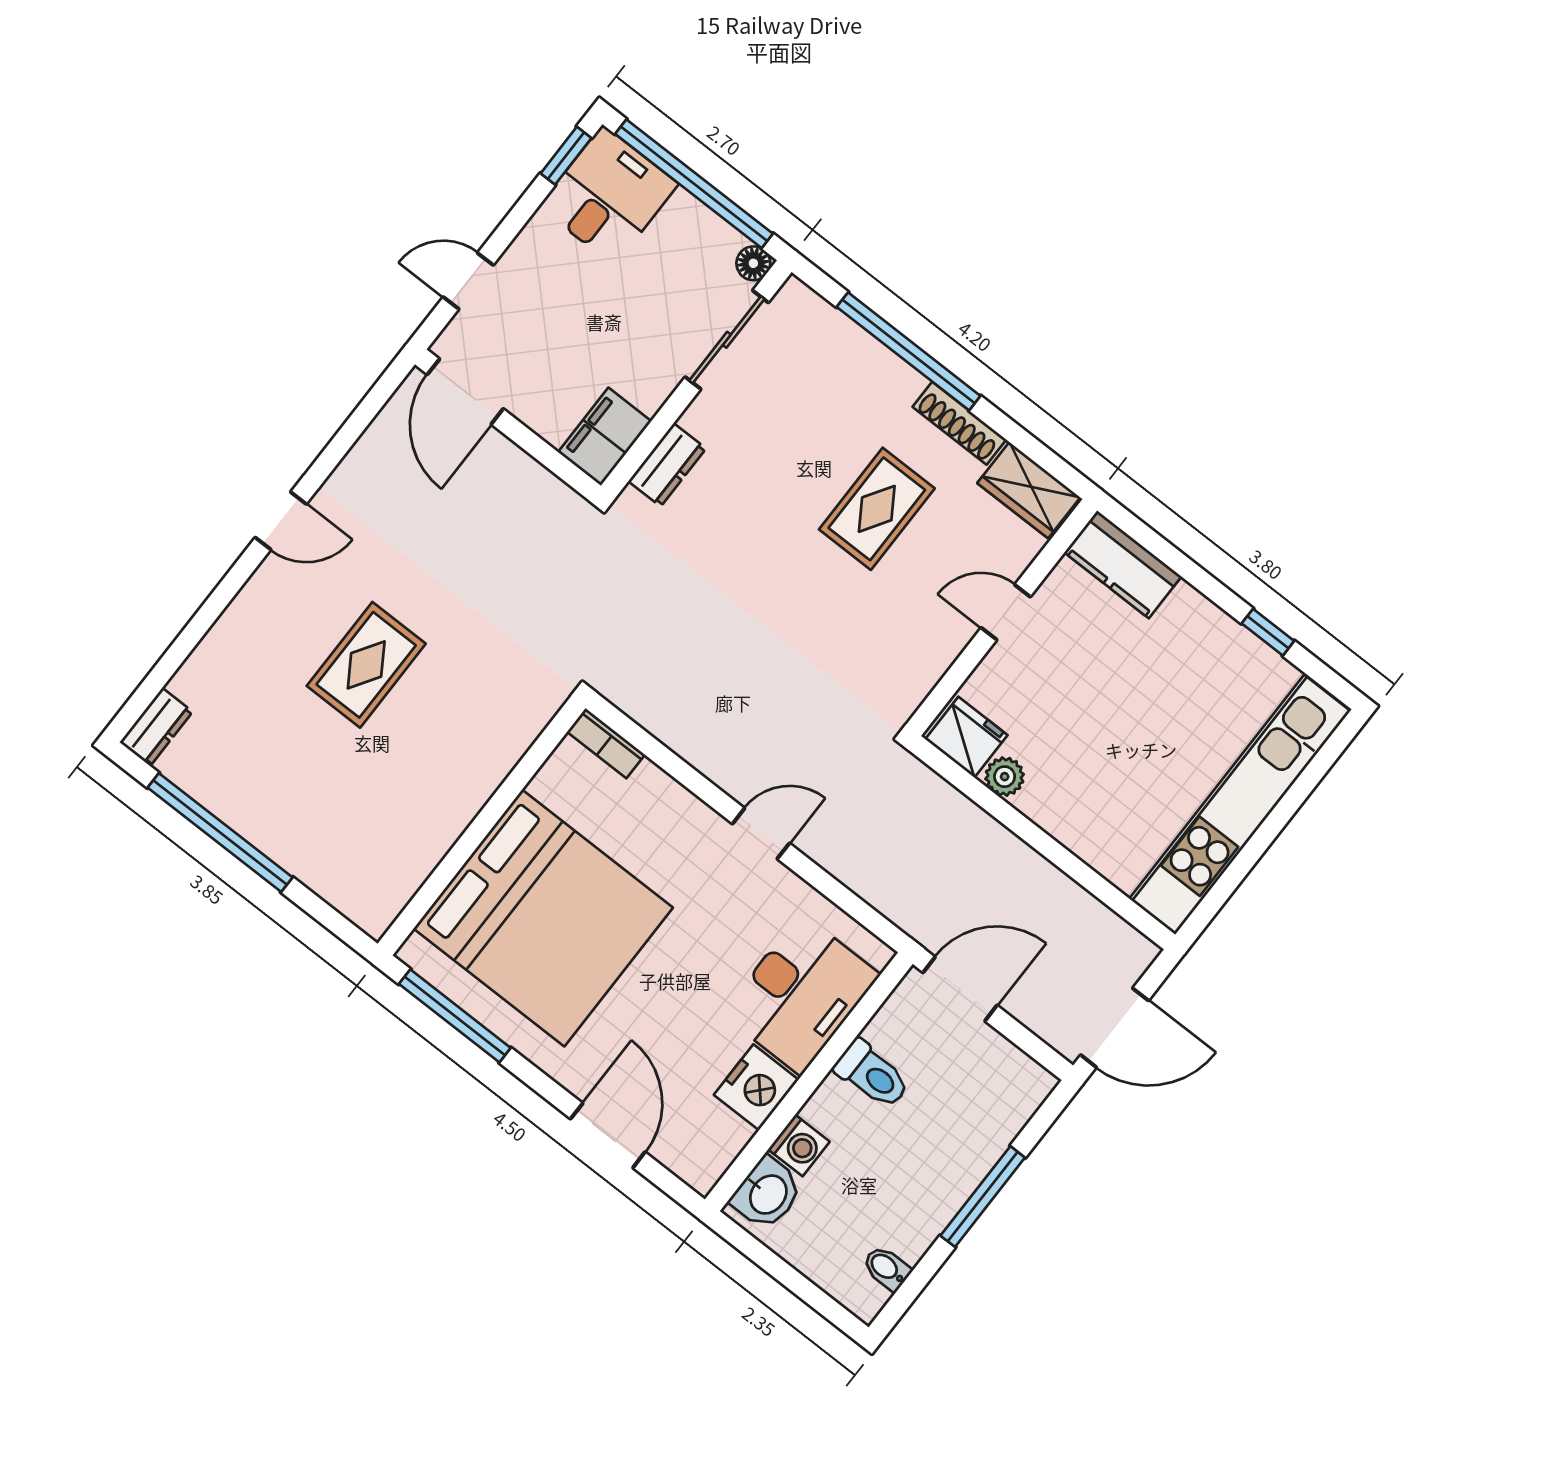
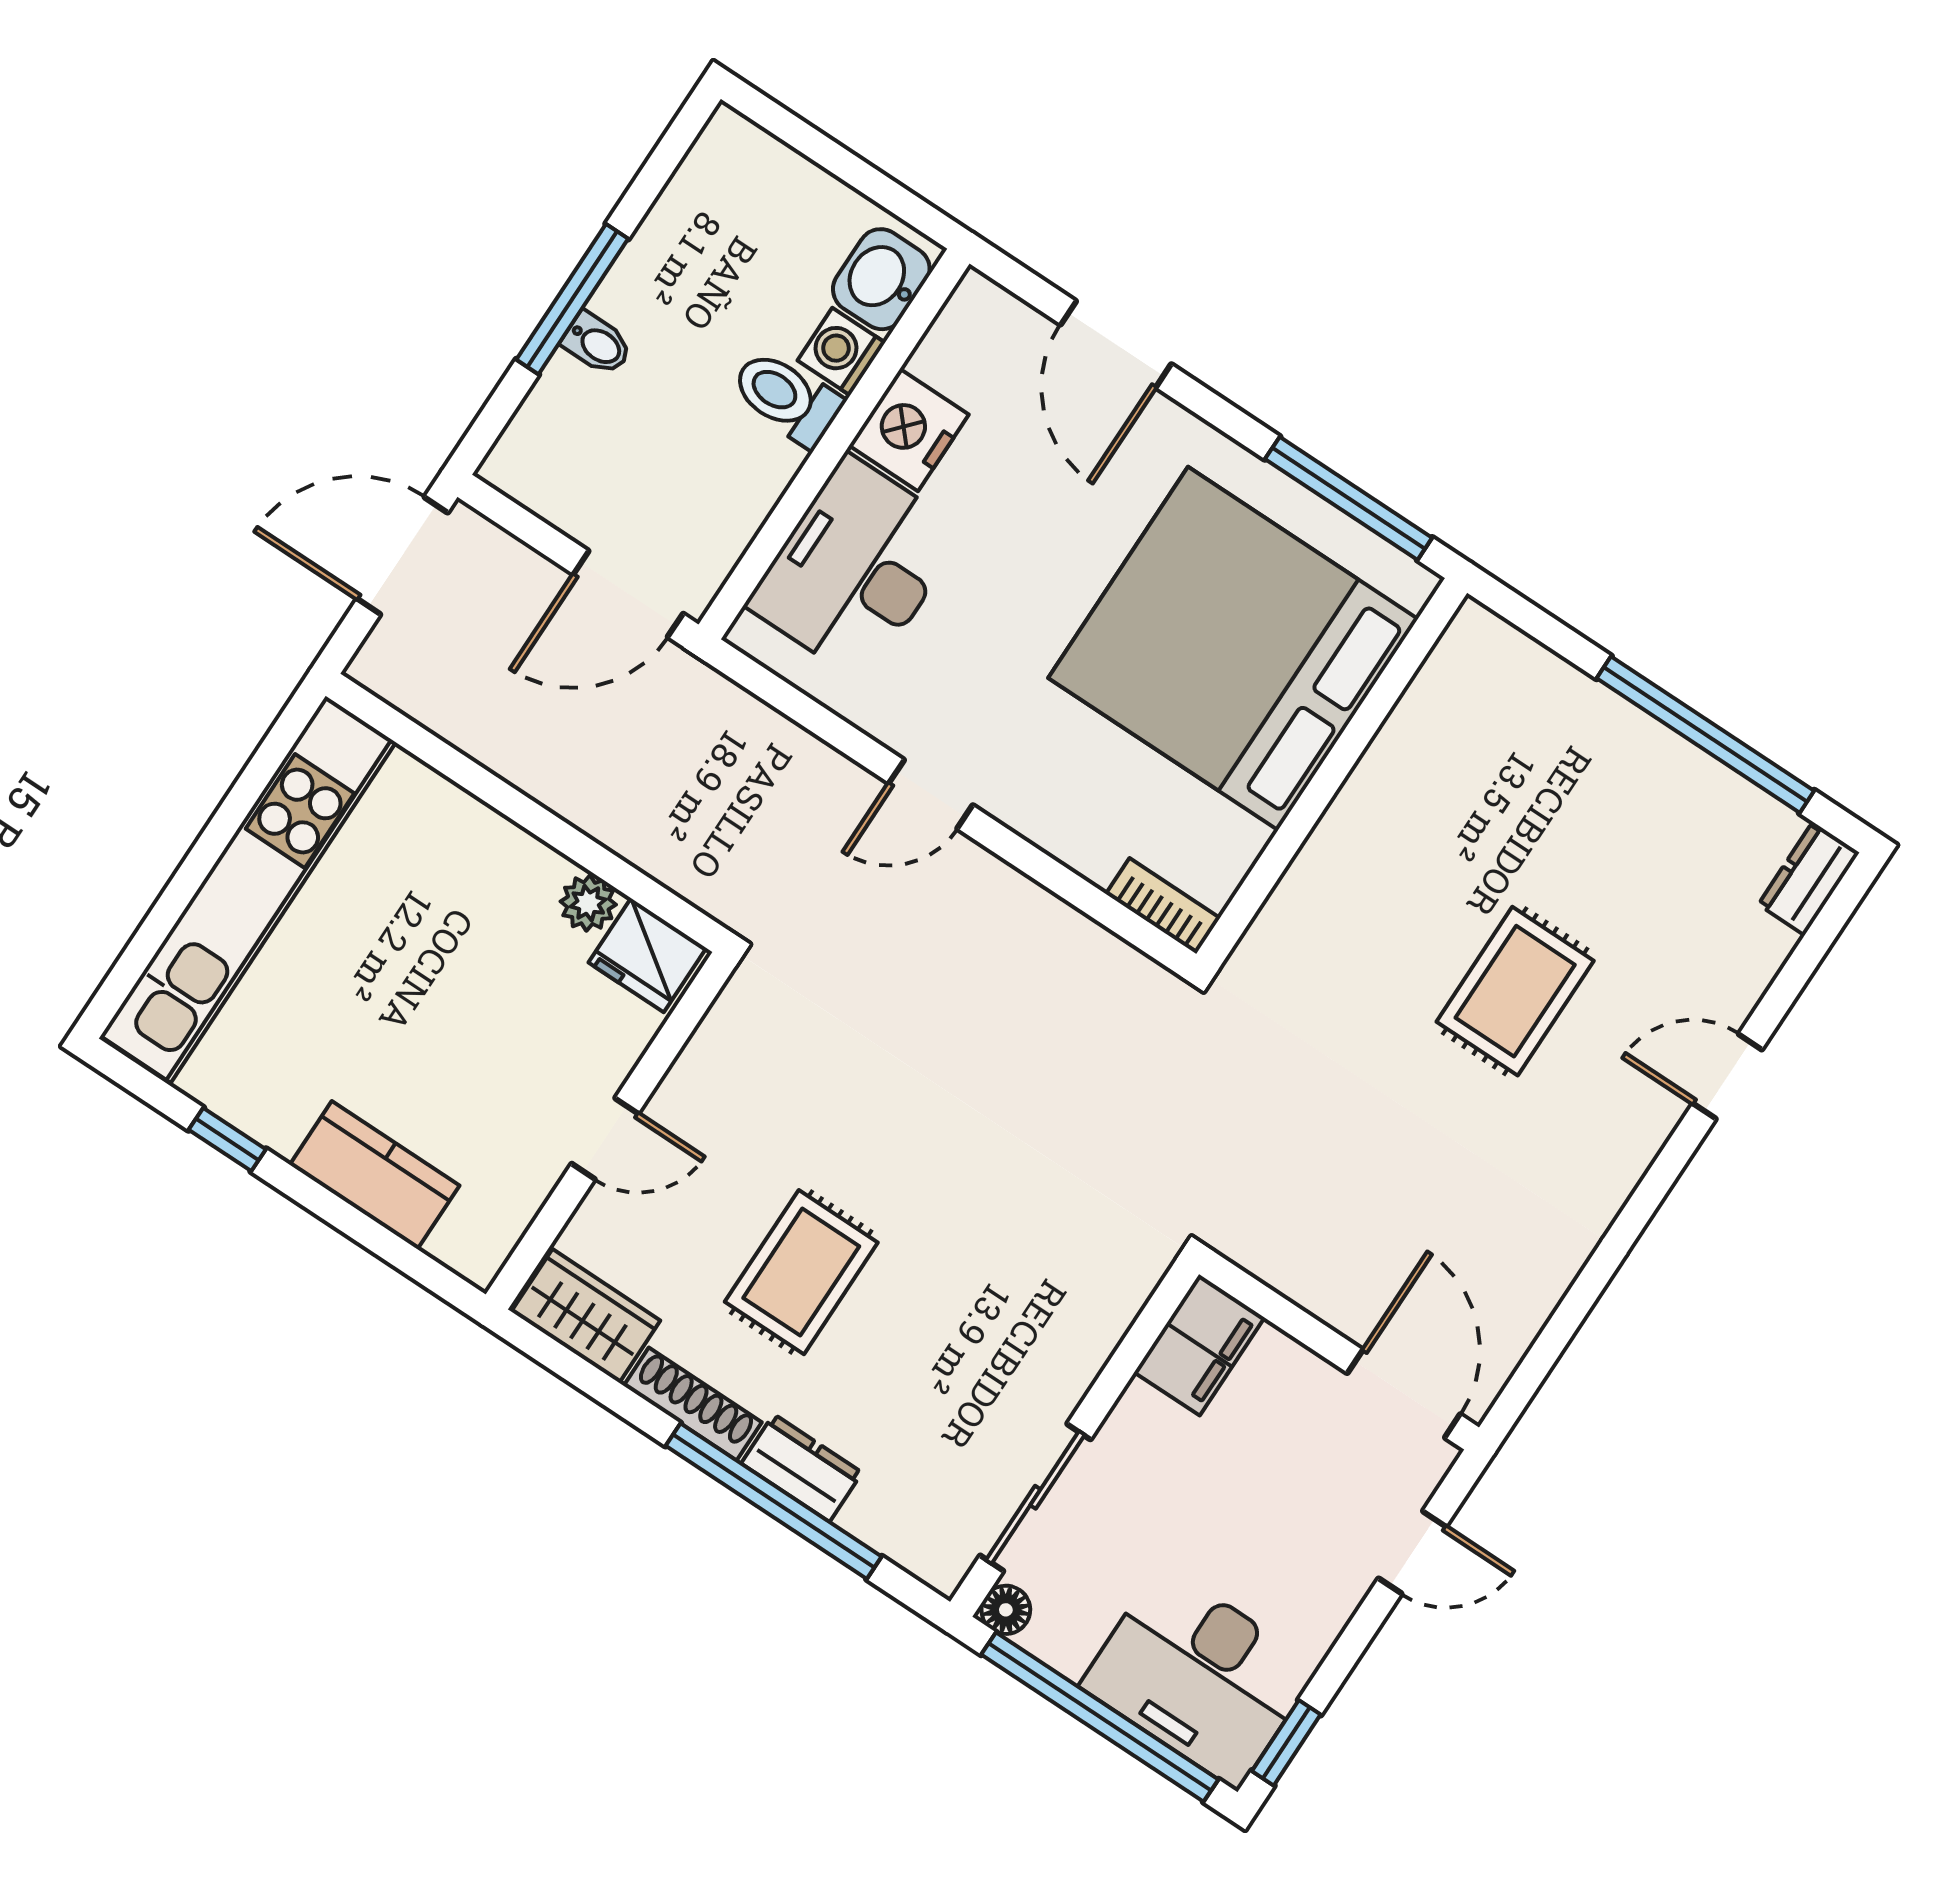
desk: (609, 195) -> (1199, 1676), width x1.37
dresser: (667, 465) -> (802, 1468), moved, turned 90
door: (281, 521) -> (1727, 1077), moved
kitchen counter: (1123, 565) -> (375, 1175), moved
toilet: (872, 1074) -> (787, 398), moved
bidet: (887, 1268) -> (597, 344), moved

